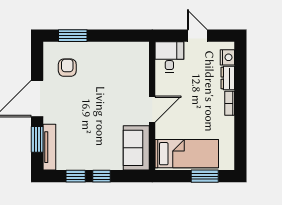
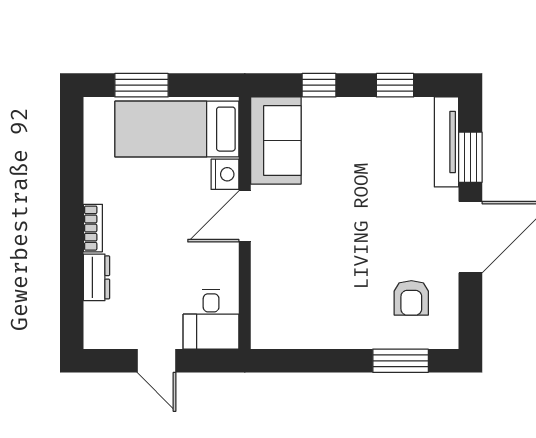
nightstand: (227, 57) -> (225, 174), moved, turned 180
window: (101, 176) -> (319, 85), moved

